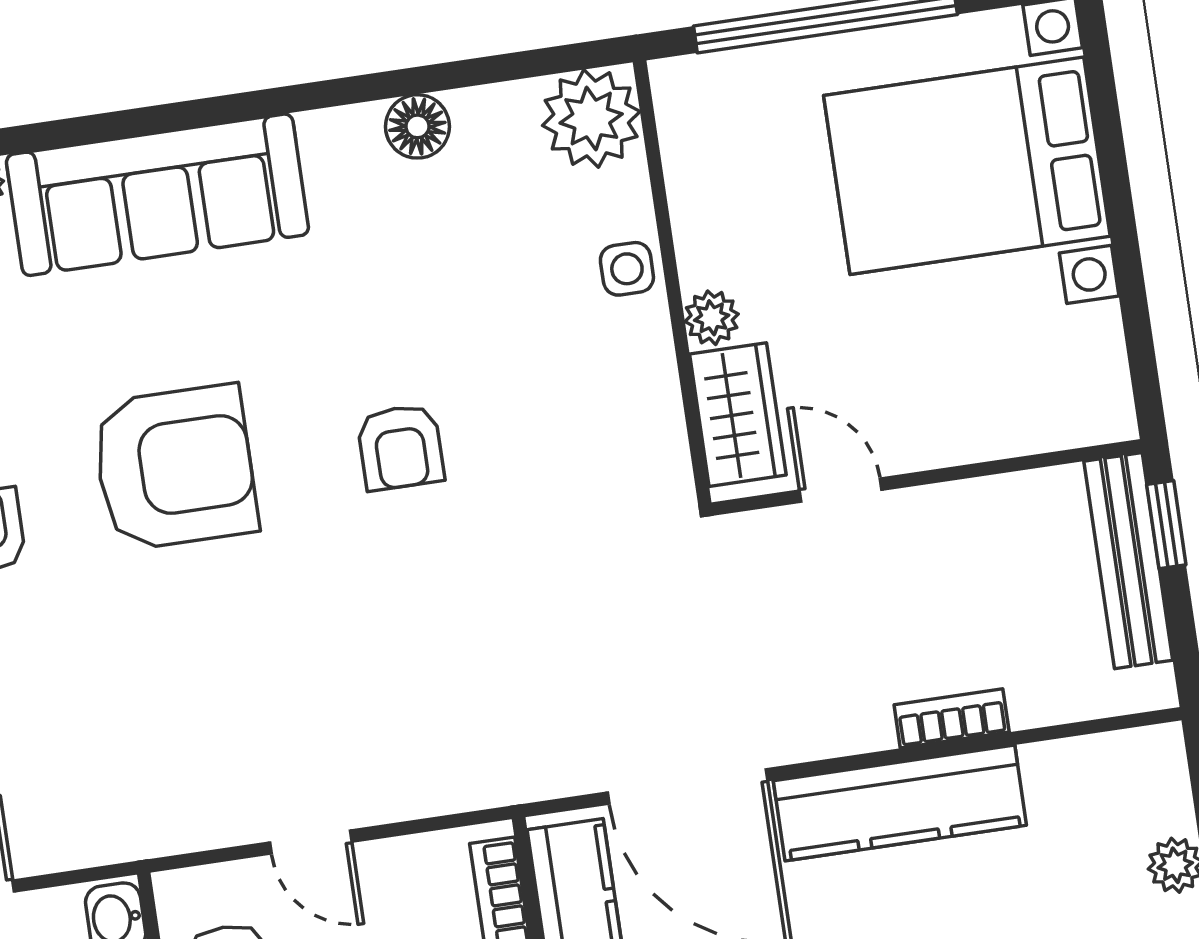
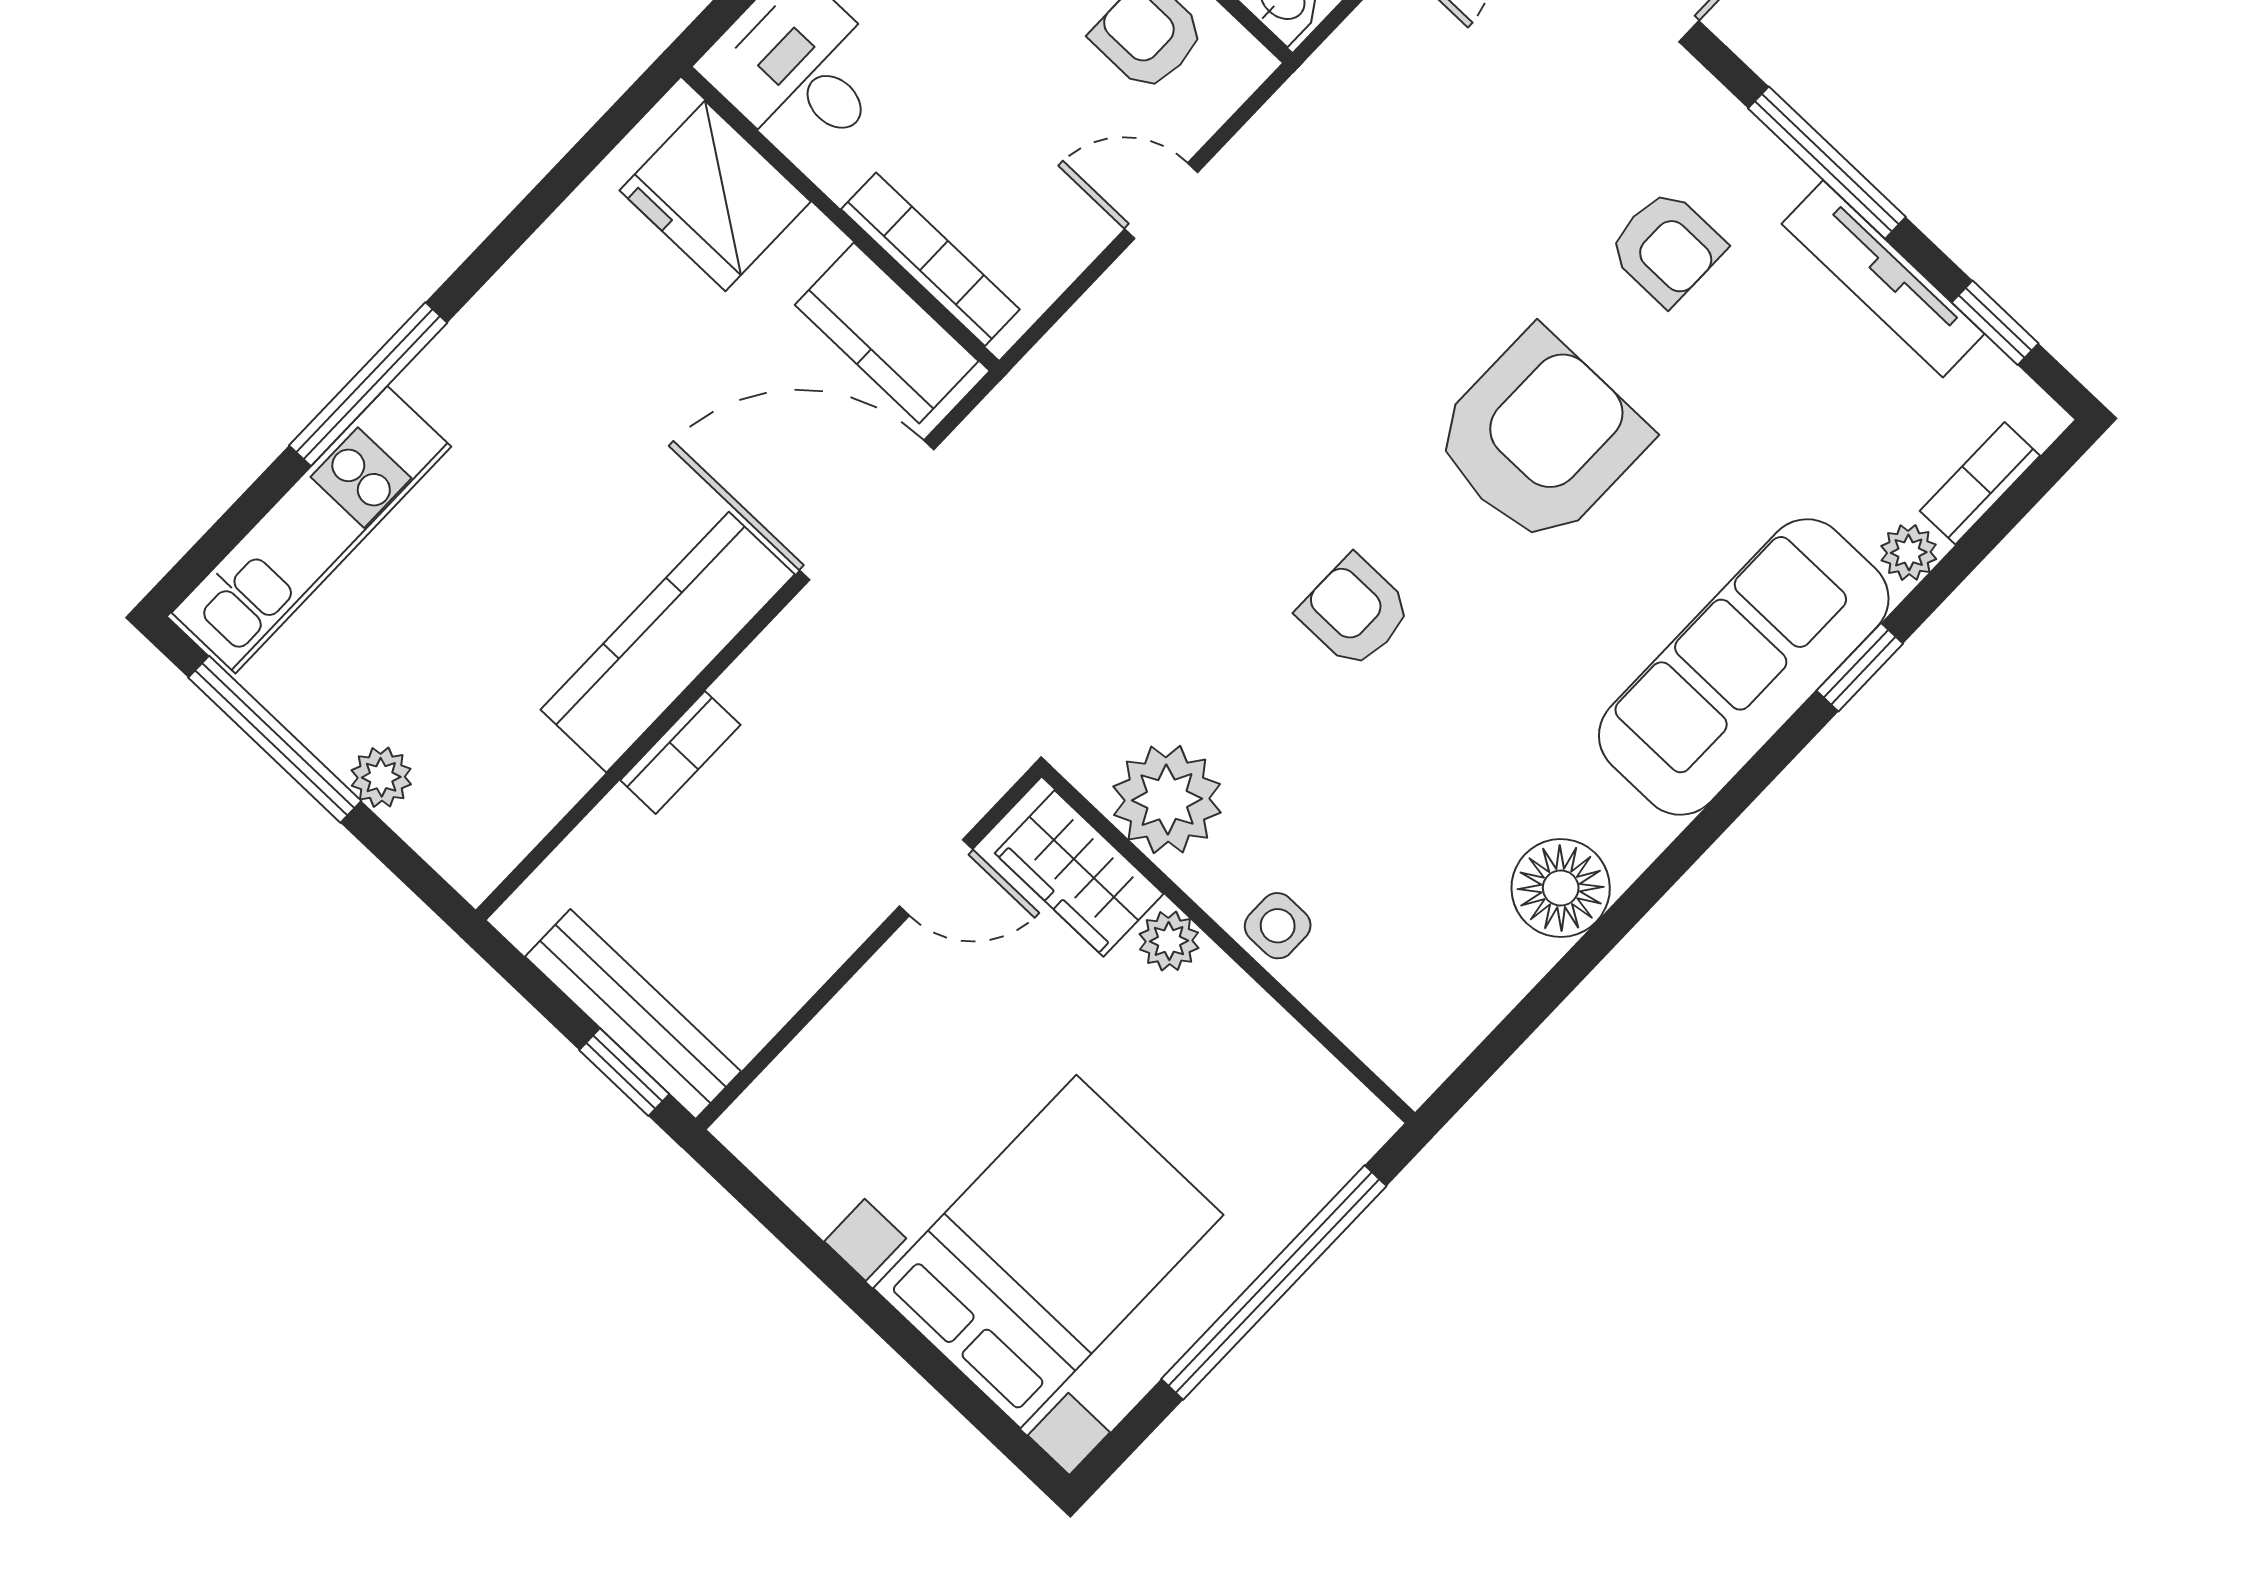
plant: (591, 119) -> (1167, 800), moved
floor lamp: (417, 126) -> (1561, 888), width x1.38, depth x1.38
window: (76, 131) -> (1860, 667), added
armchair: (175, 468) -> (1540, 438), turned 180

